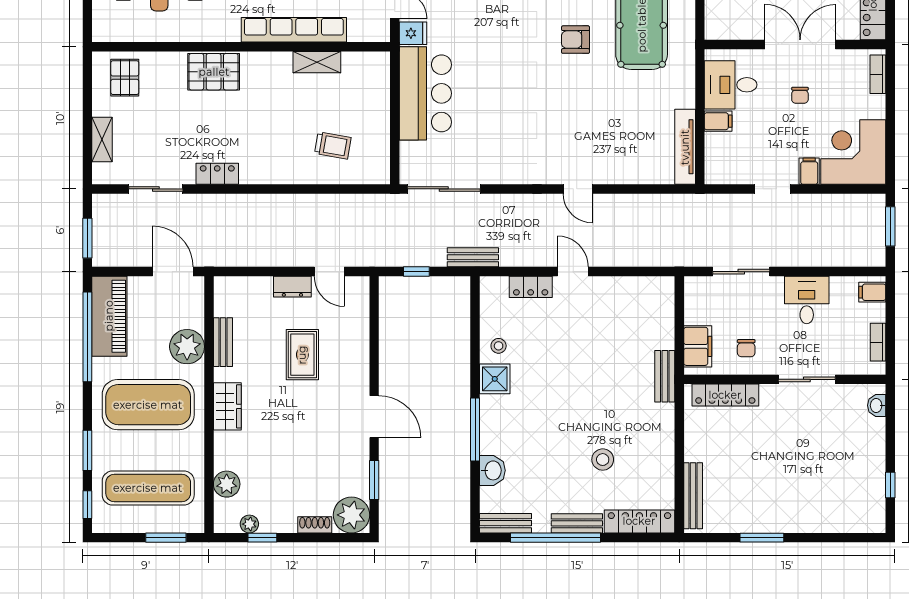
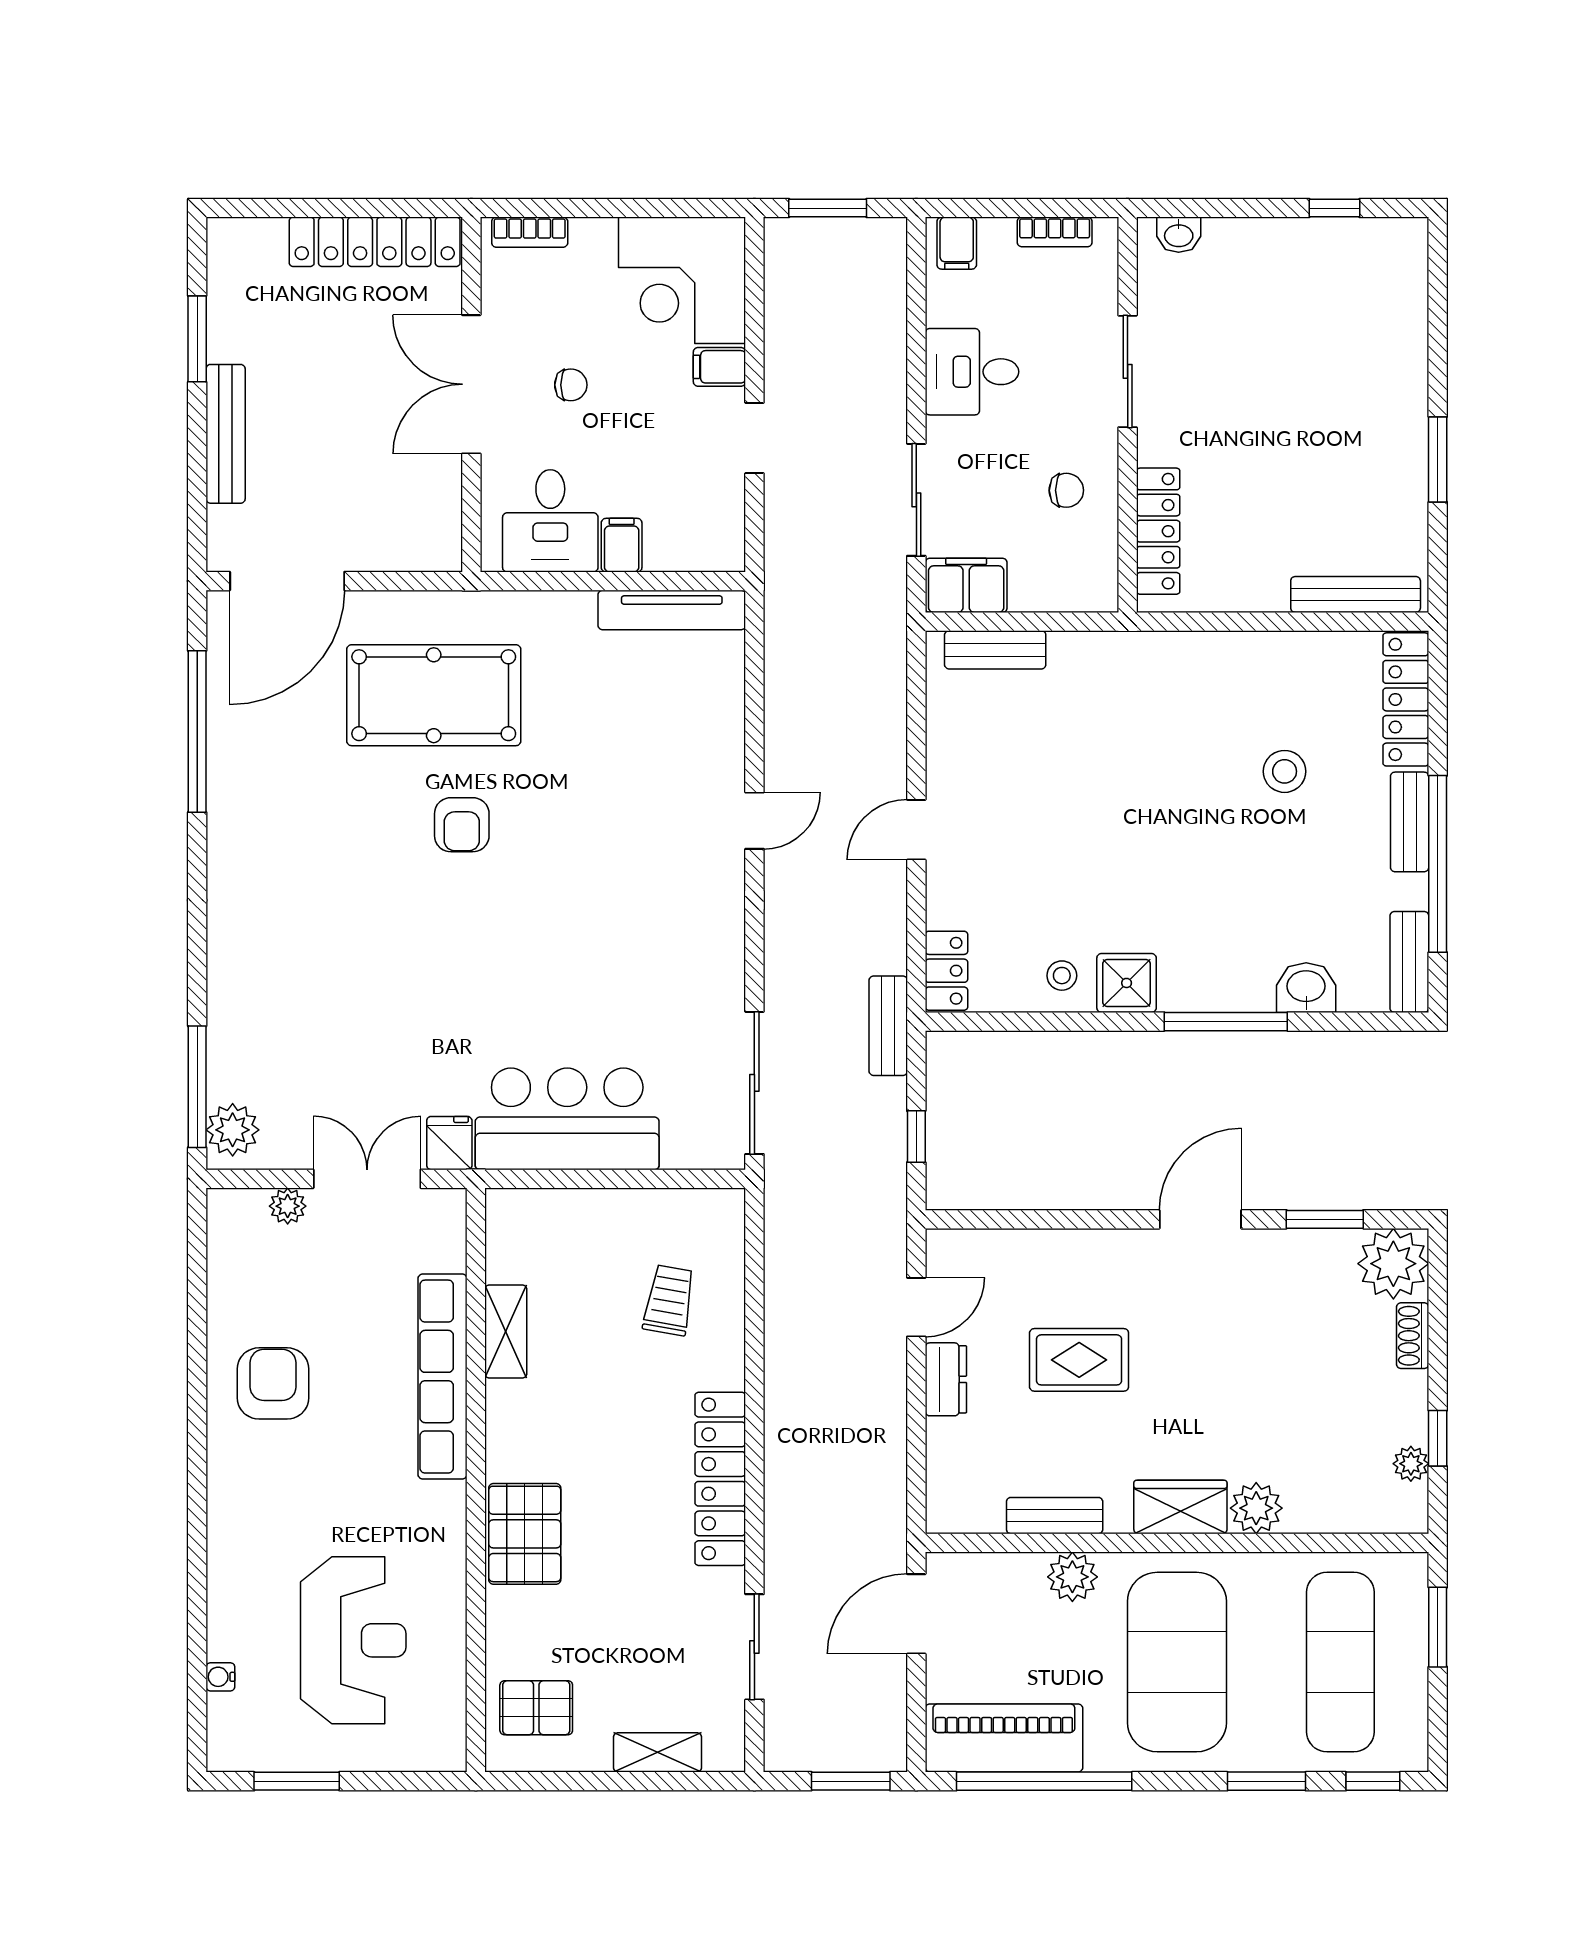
locker: (217, 174) -> (720, 1479), width x2.16, depth x1.21
locker: (531, 287) -> (946, 971), moved
filing cabinet: (698, 346) -> (966, 585), moved
plant: (187, 347) -> (1072, 1577), width x0.73, depth x0.73
bench: (665, 376) -> (995, 650), moved
plant: (227, 484) -> (1256, 1508), moved

